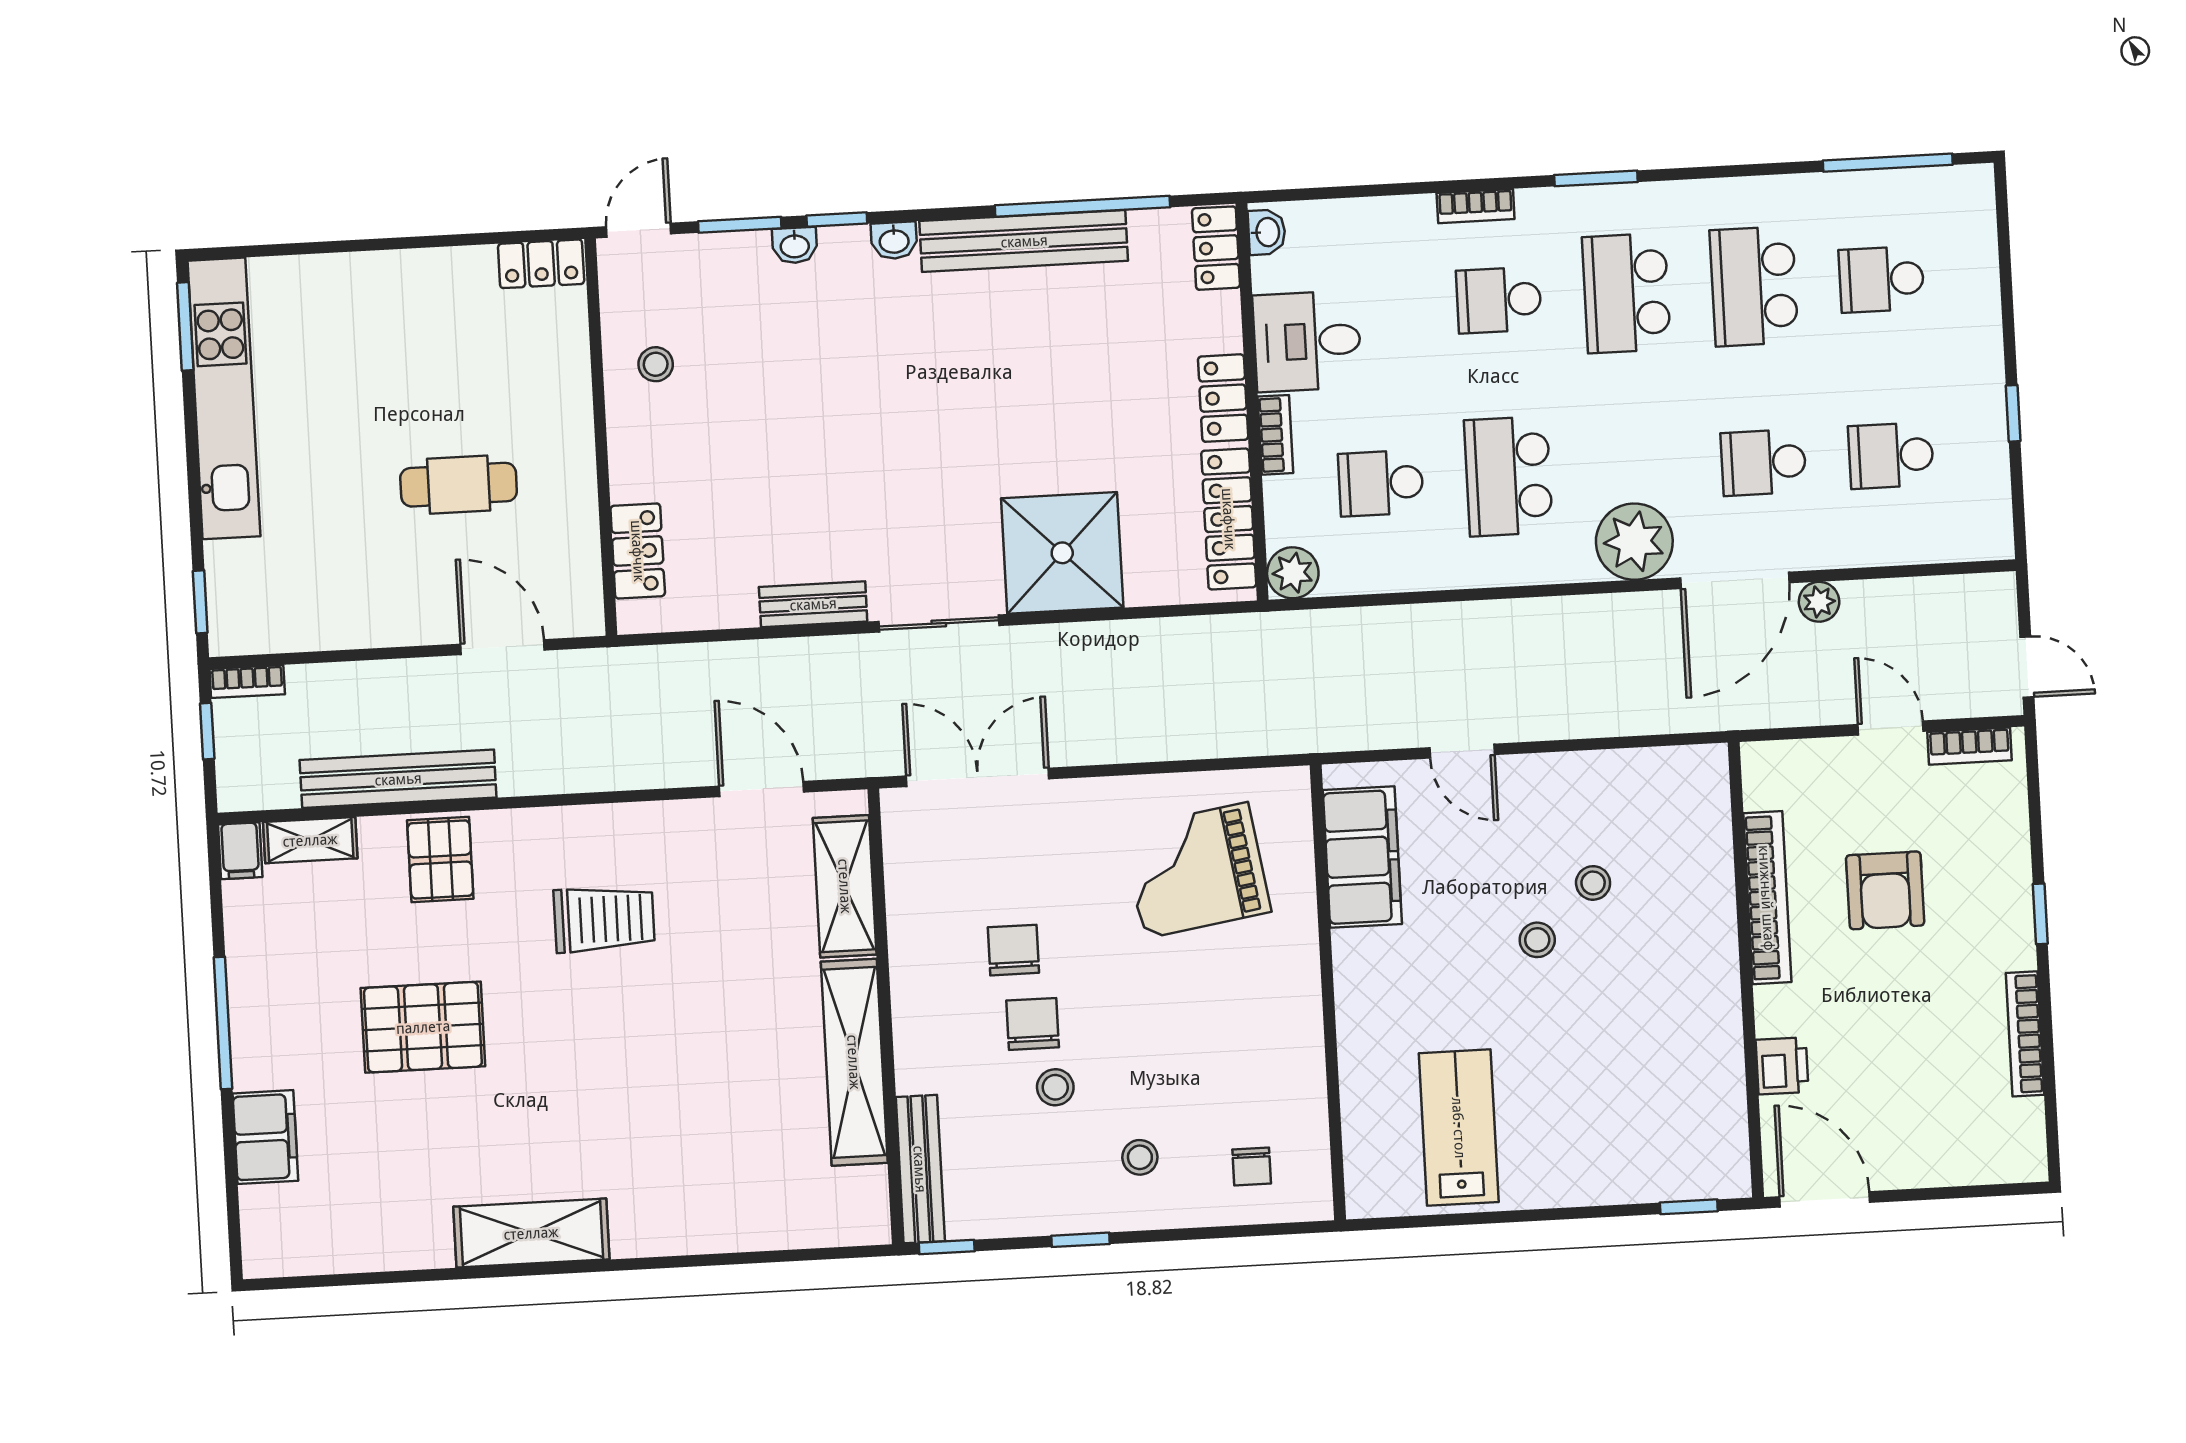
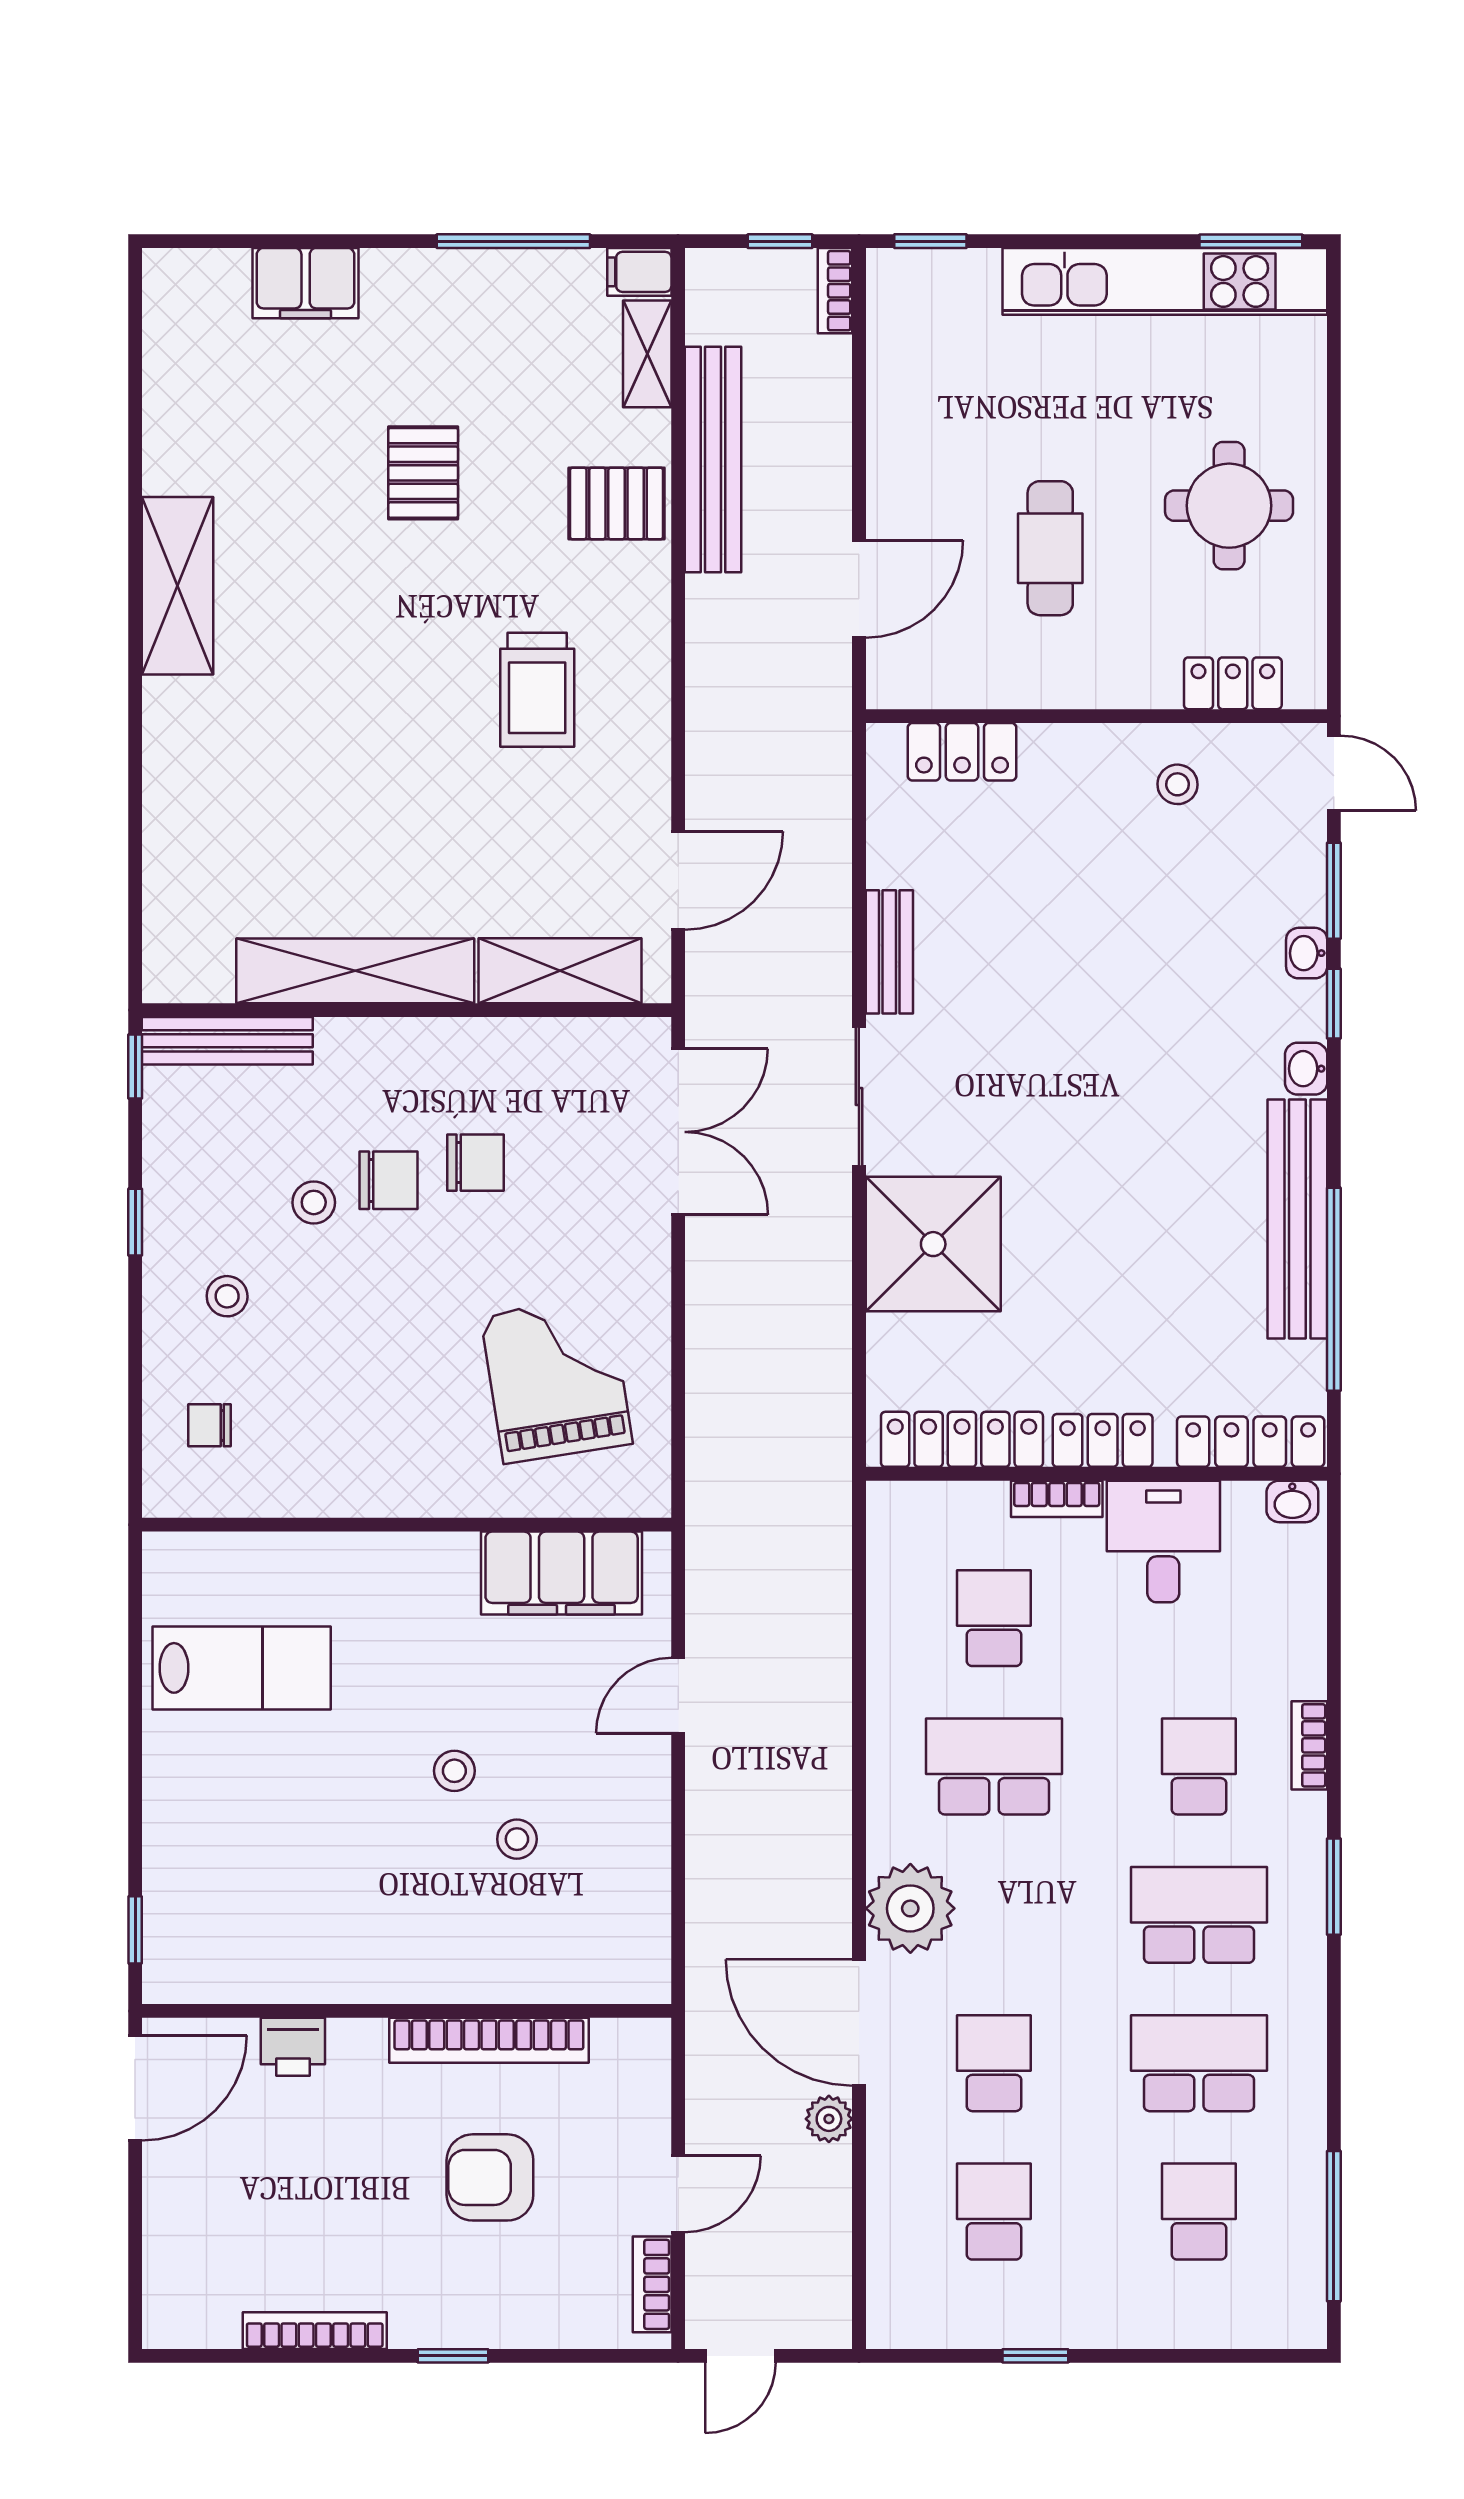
locker: (1216, 248) -> (1251, 1442), width x1.53
locker: (541, 264) -> (1233, 683), moved, turned 90
round table: (414, 333) -> (1229, 506), added
plant: (1293, 573) -> (896, 1510), removed
window: (223, 1023) -> (513, 241), moved
pallet: (423, 1027) -> (423, 473), width x0.67, depth x0.71

